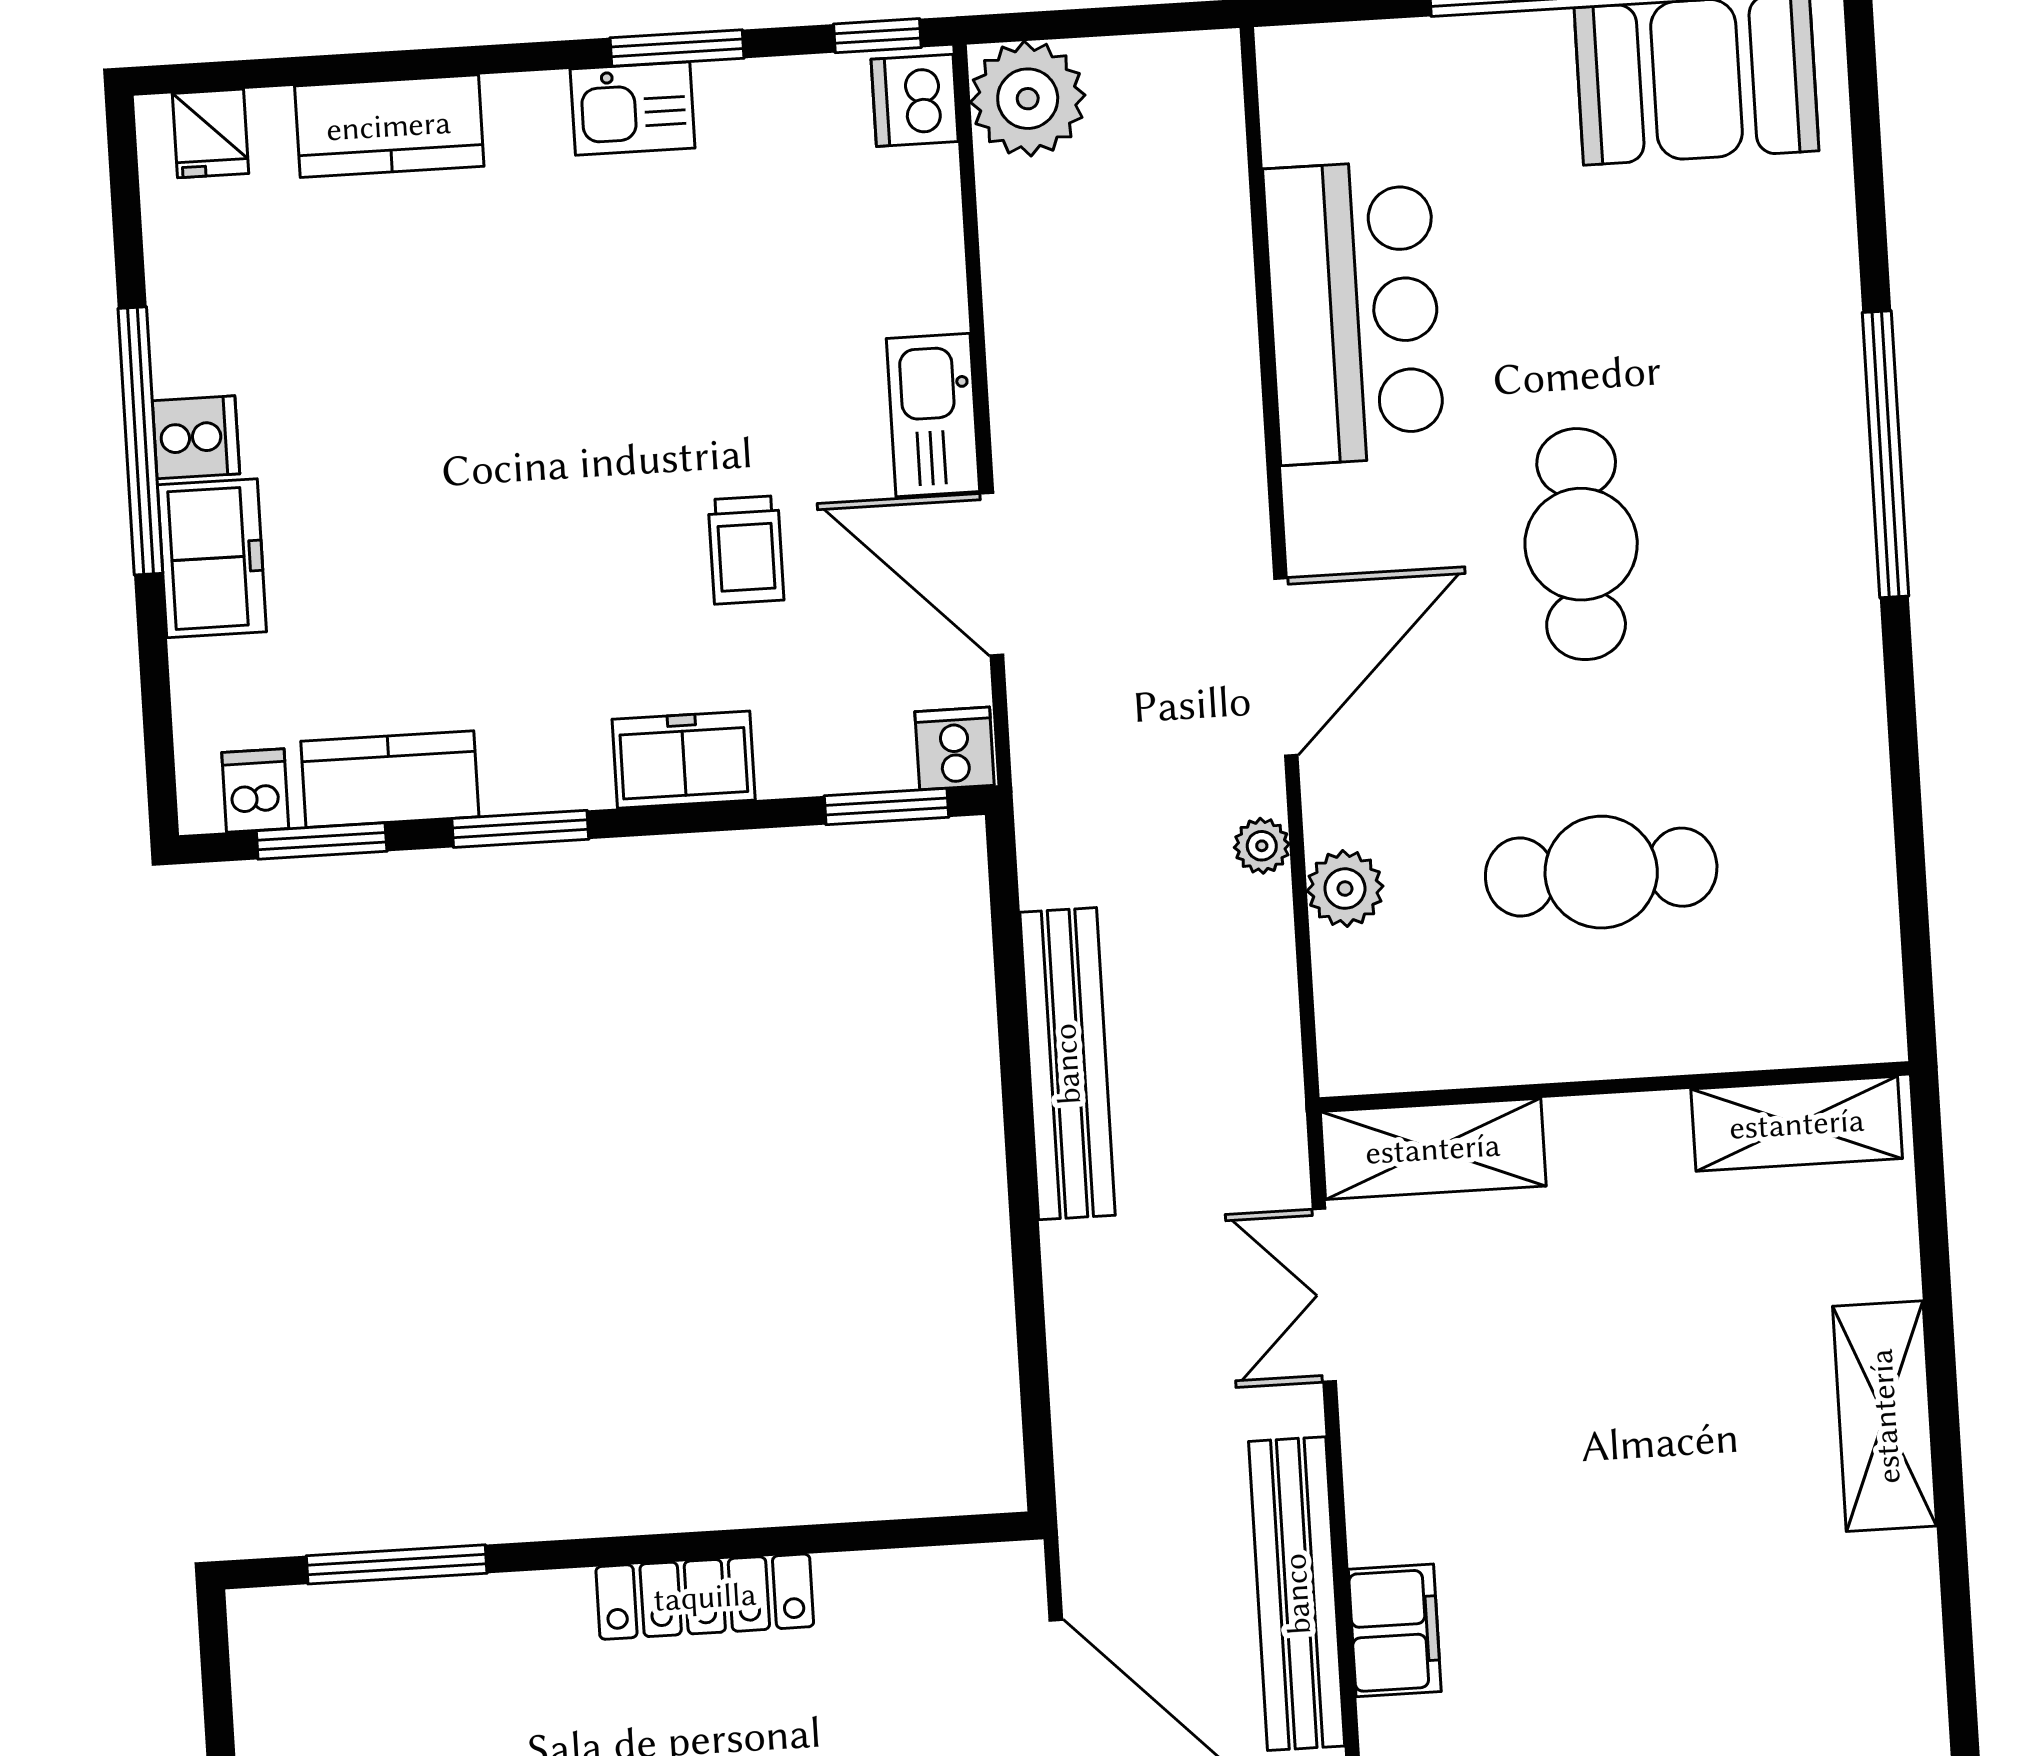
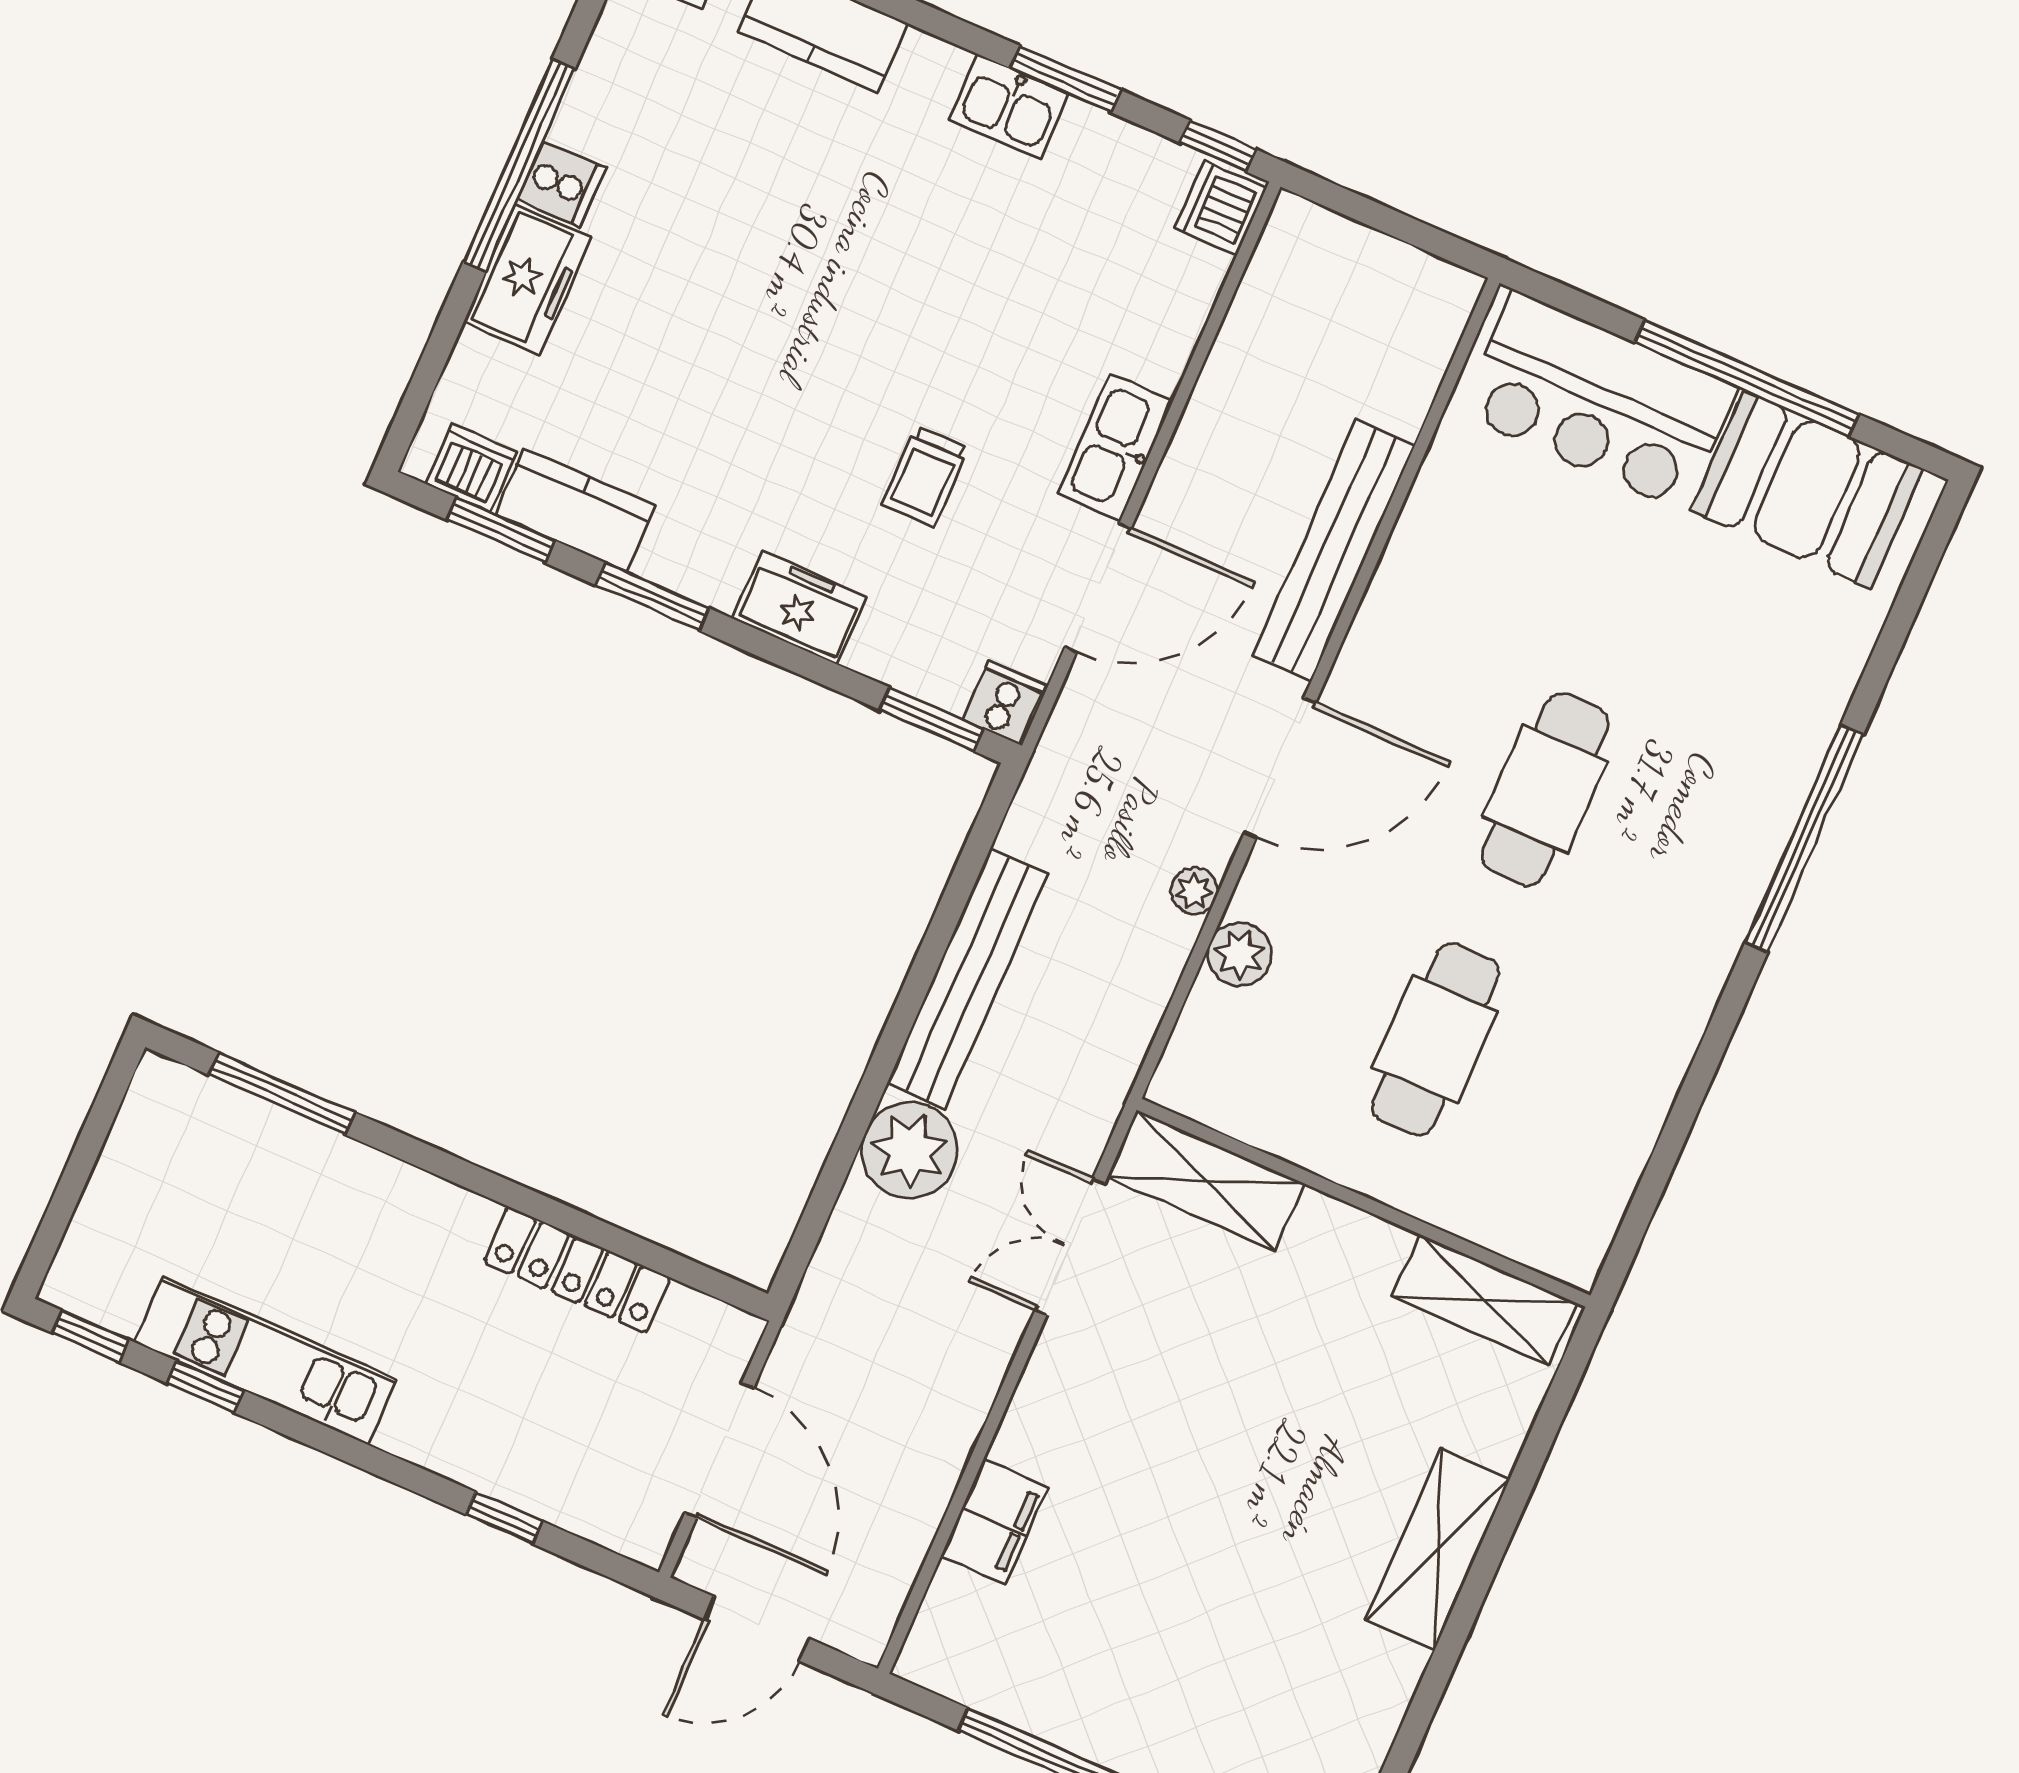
plant: (1028, 99) -> (910, 1150), moved
bar counter: (1354, 312) -> (1599, 401), moved, turned 90
door: (992, 574) -> (1098, 588), swing flipped
dishwasher: (255, 791) -> (471, 468), width x1.38
cafe table: (1601, 872) -> (1435, 1039), turned 90
bench: (1297, 1594) -> (1334, 550), moved
locker: (705, 1597) -> (577, 1270), moved

